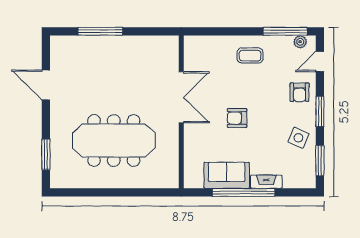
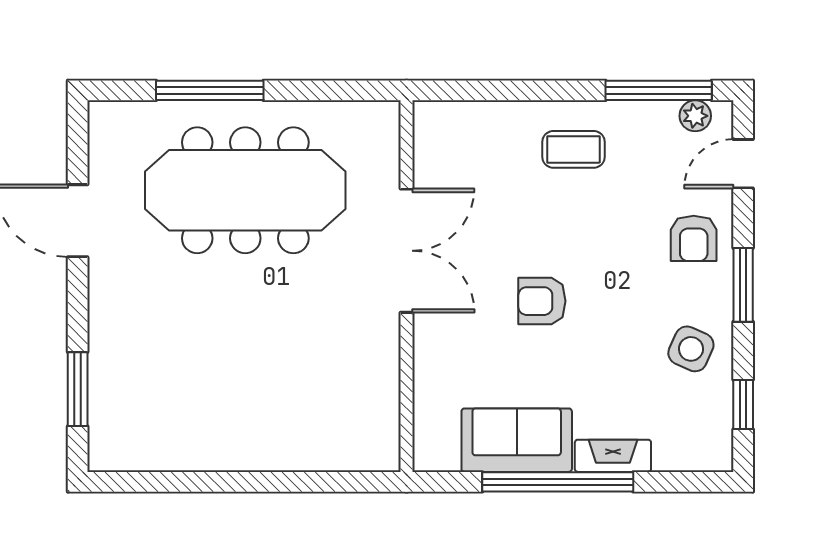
meeting table: (114, 141) -> (245, 190), moved
window: (320, 161) -> (743, 405), width x0.67

